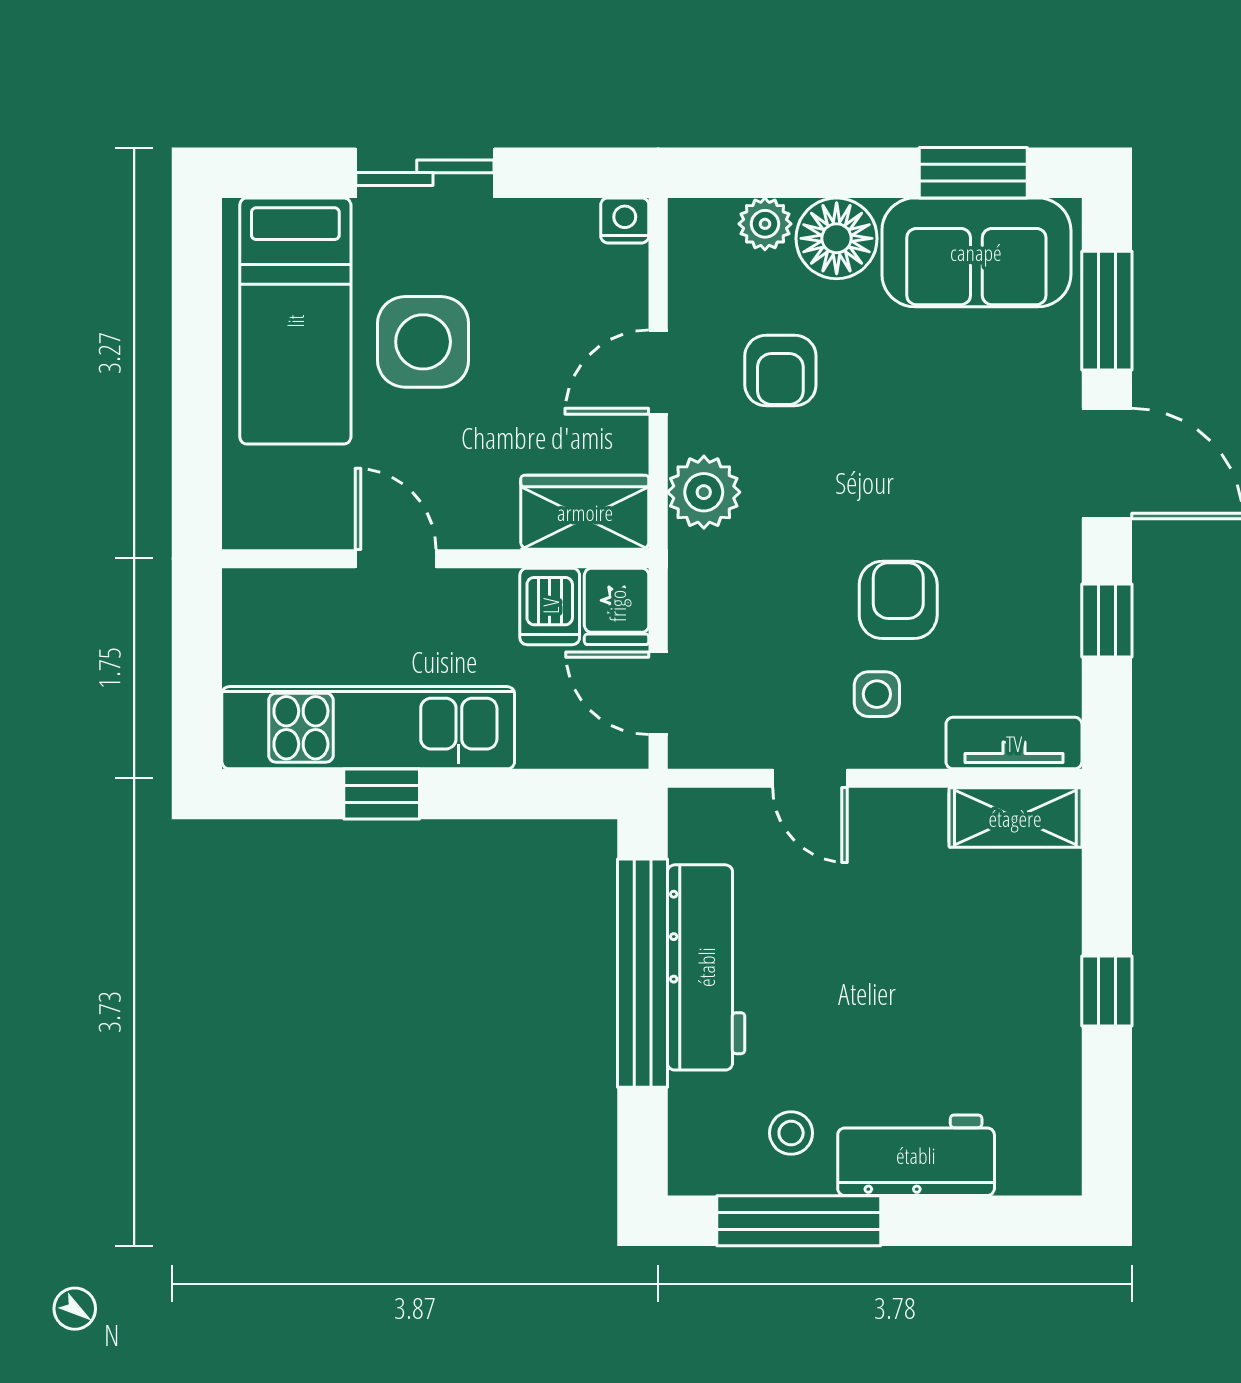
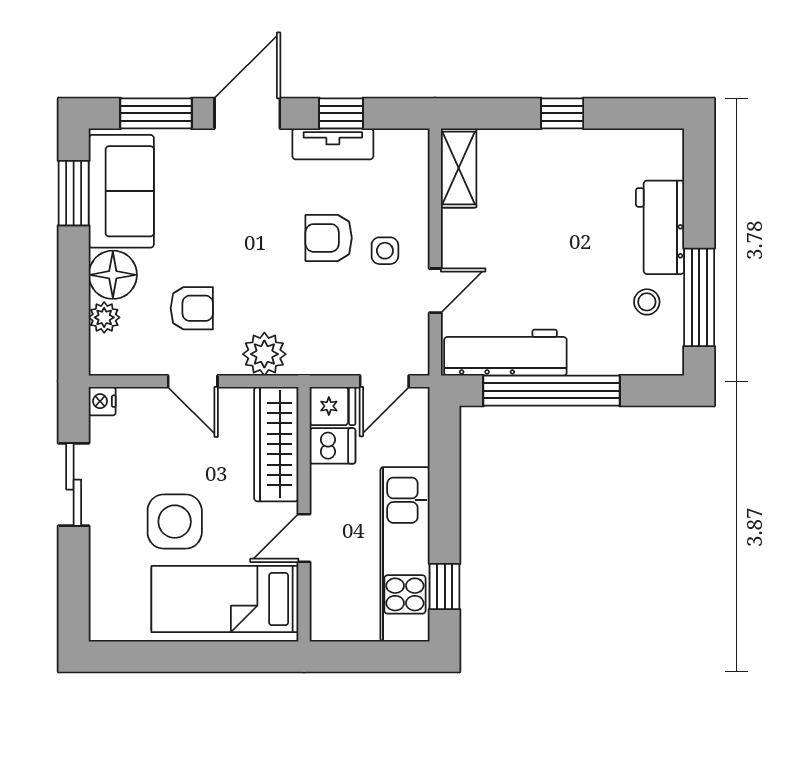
sliding door: (425, 173) -> (74, 485), moved
bed: (295, 321) -> (225, 599), moved, turned 180
wardrobe: (585, 512) -> (276, 444), width x1.50
tv unit: (1014, 743) -> (333, 144), moved, turned -90
window: (382, 794) -> (445, 587), moved
workbench: (706, 967) -> (505, 353), moved

